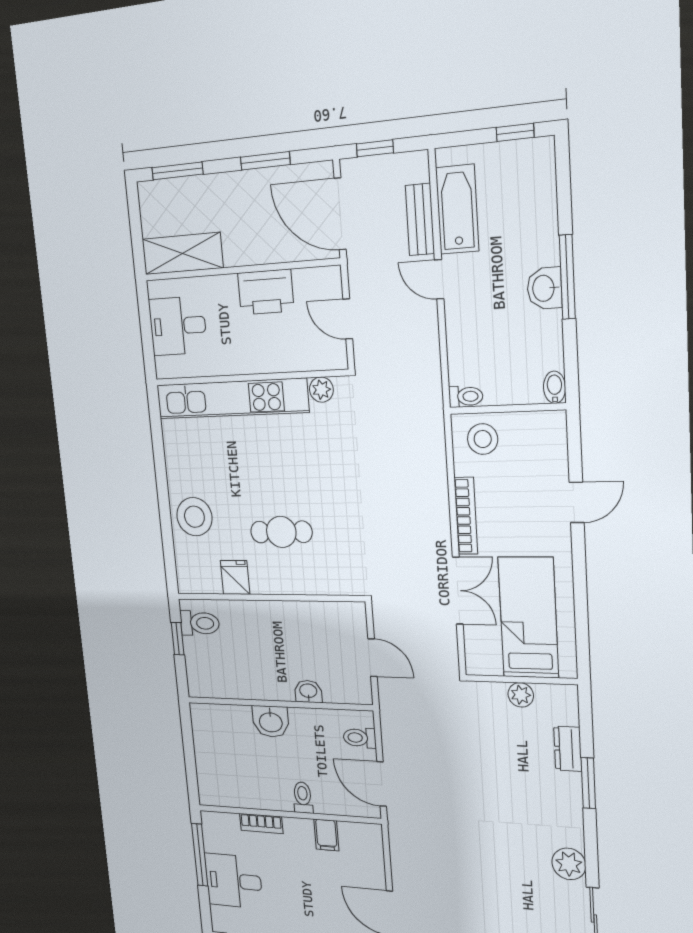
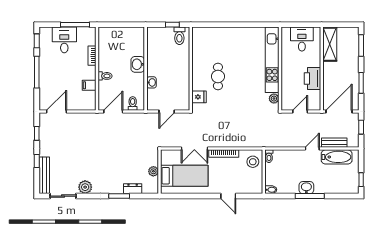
stool: (194, 517) -> (225, 38), removed
fridge: (235, 577) -> (199, 97), moved

